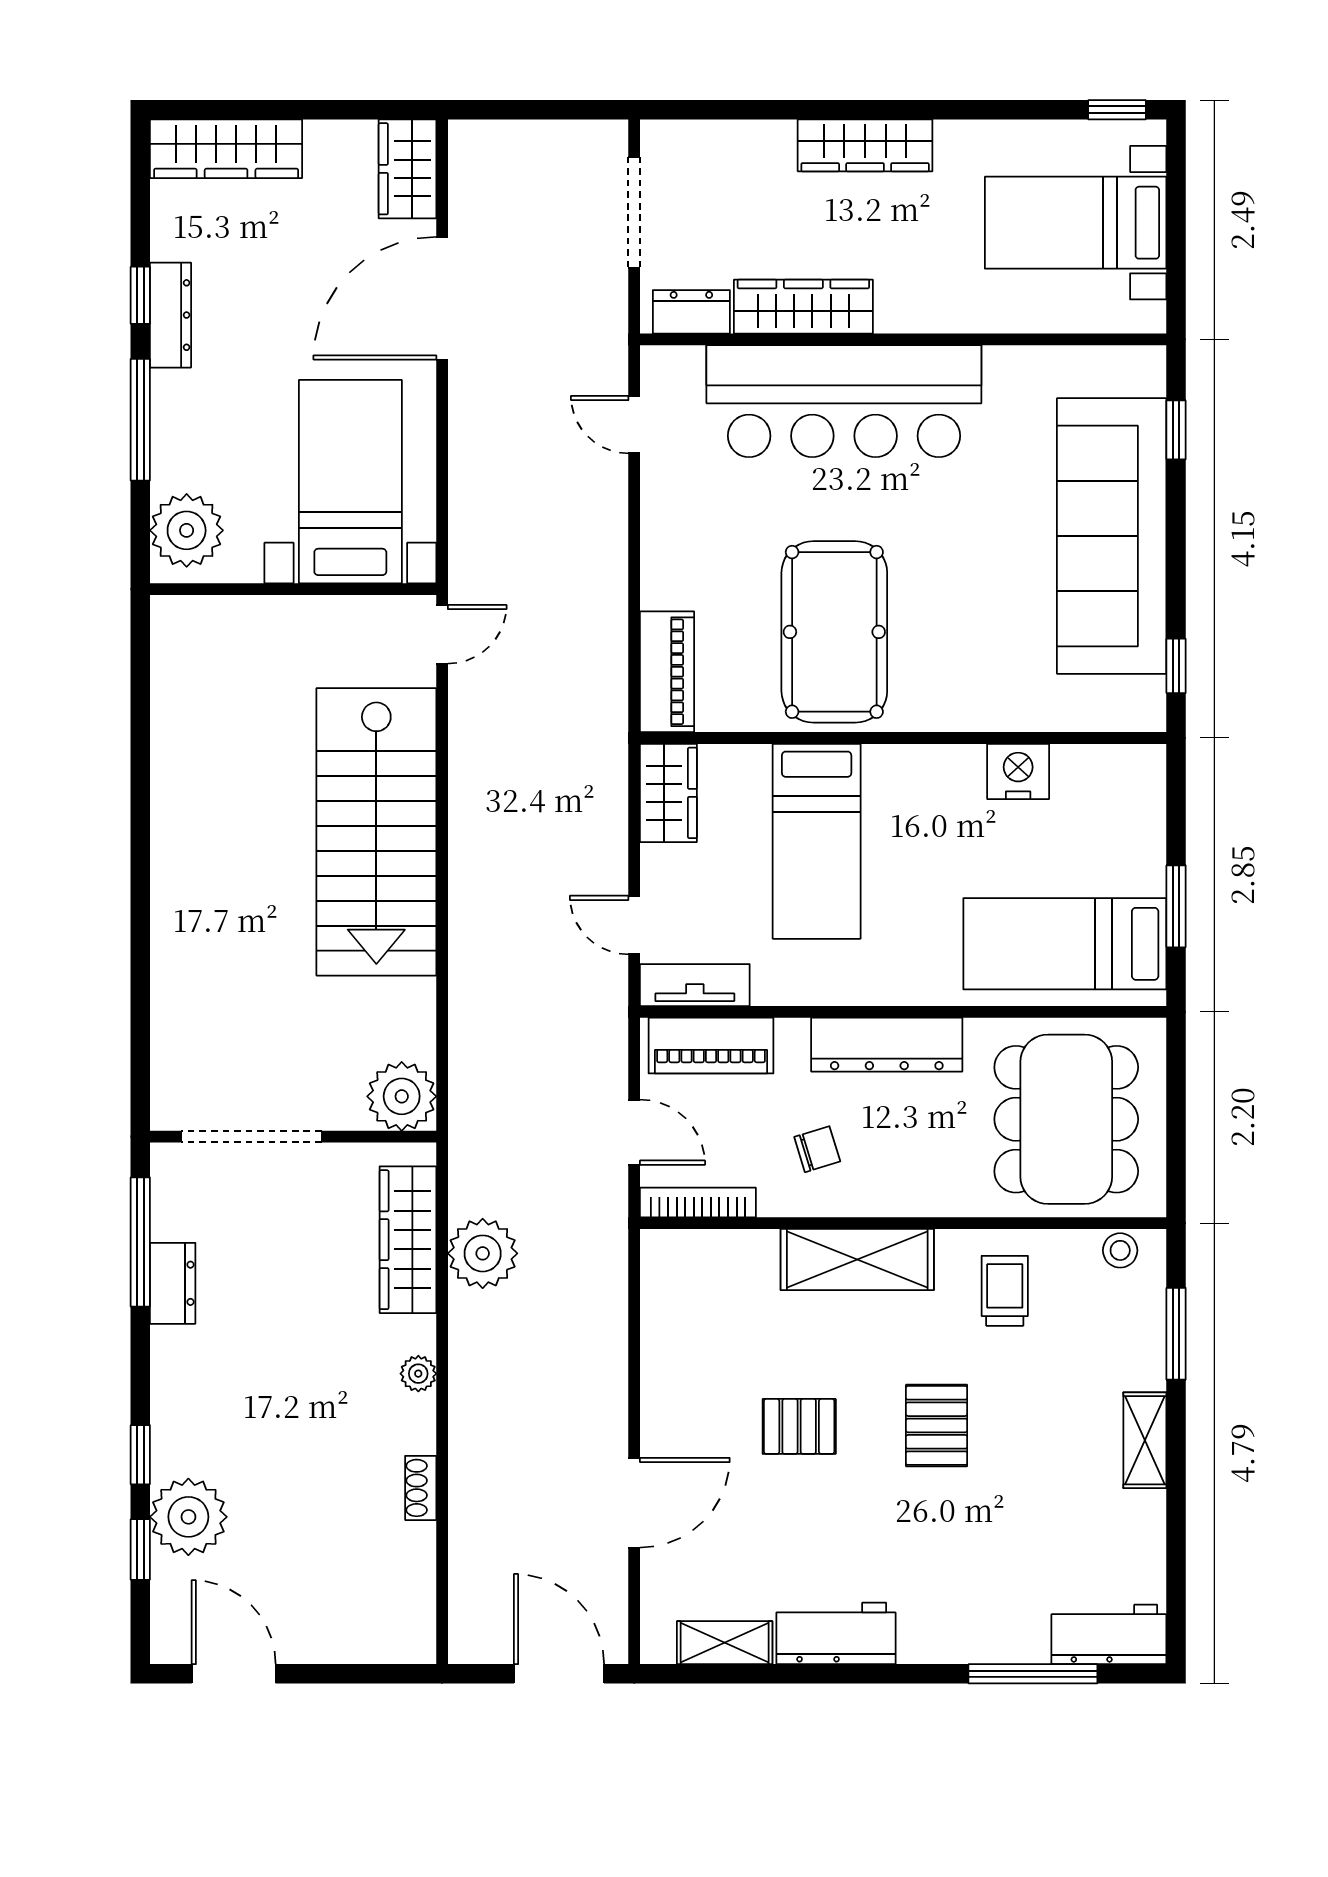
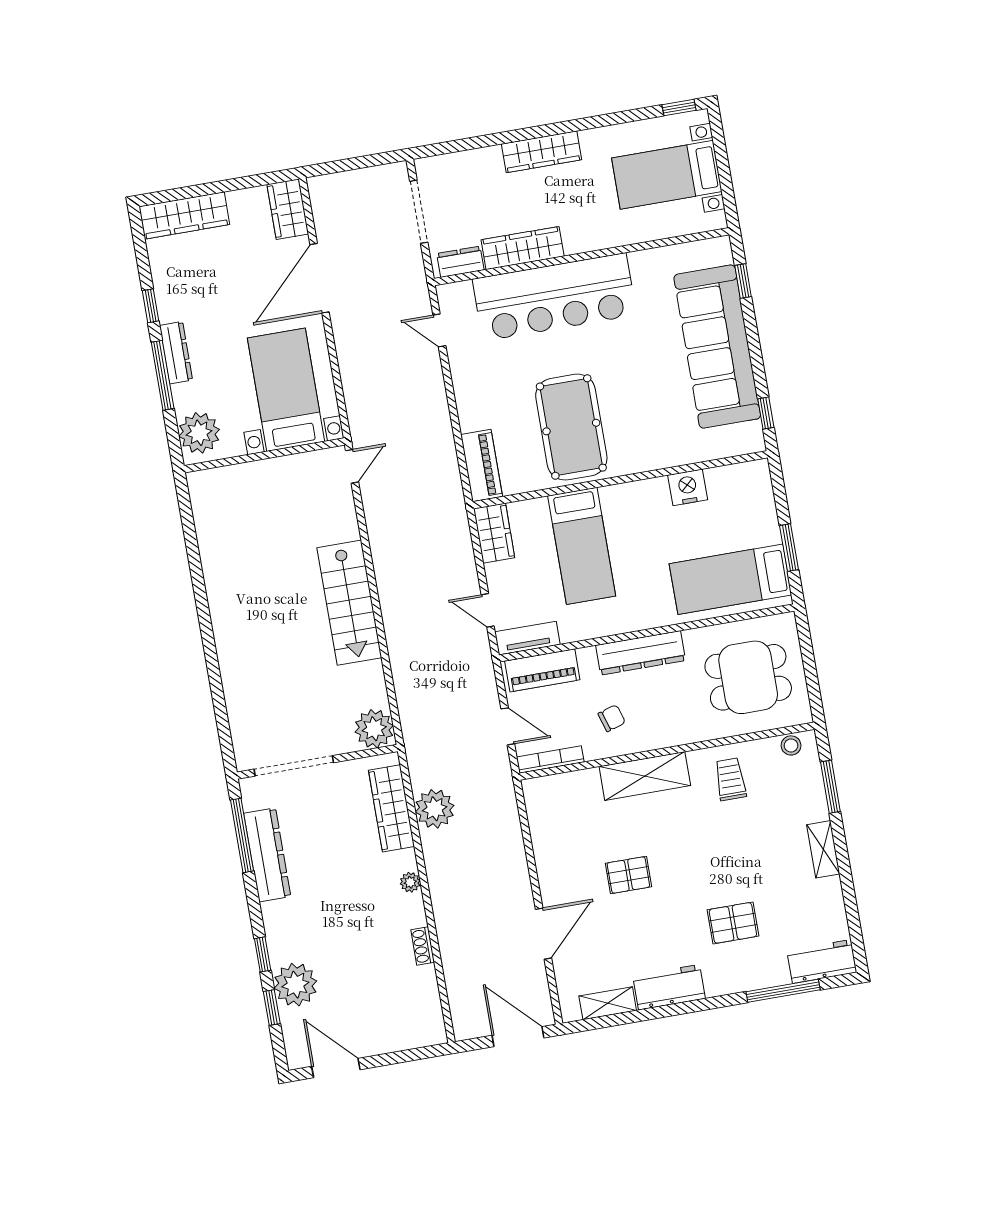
dresser: (171, 315) -> (176, 353), moved
stairs: (376, 832) -> (349, 603), width x0.73, depth x0.66
dining table: (1066, 1119) -> (748, 677), width x0.73
dresser: (173, 1283) -> (267, 855), width x1.96, depth x1.24
pallet: (937, 1425) -> (733, 923), moved, turned 90

